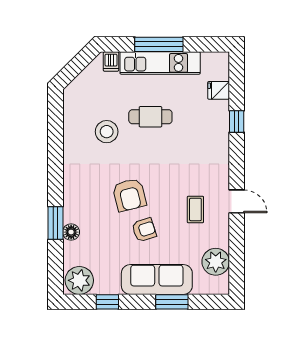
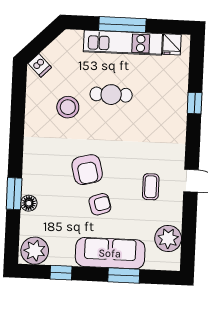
dishwasher: (111, 61) -> (40, 65), moved, turned -45
fridge: (219, 90) -> (172, 44), moved, turned -90

